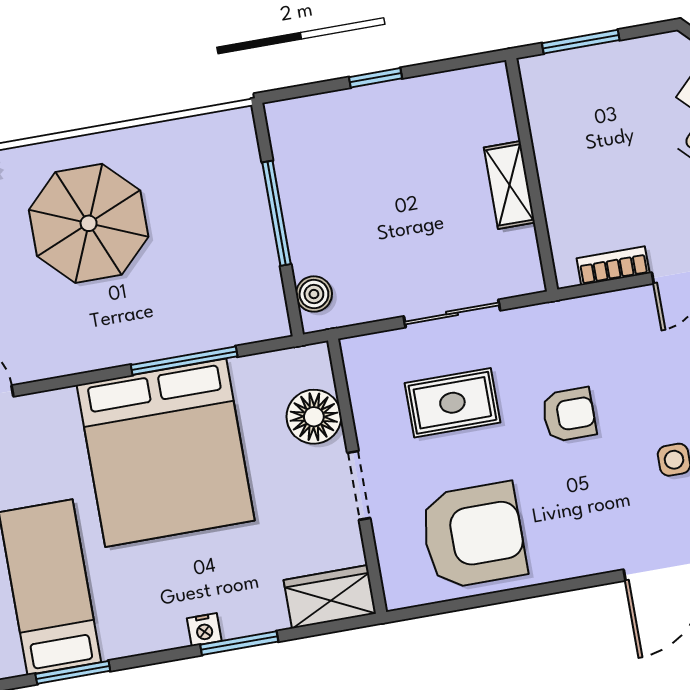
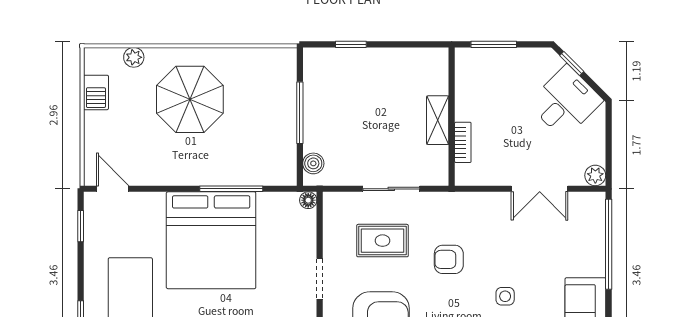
window: (376, 78) -> (351, 44), moved
bookcase: (613, 266) -> (463, 142), moved, turned 90
armchair: (569, 415) -> (449, 259), turned 180
floor lamp: (314, 417) -> (308, 200), moved, width x0.53, depth x0.53

